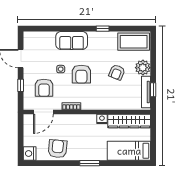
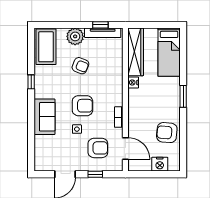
nightstand: (30, 154) -> (160, 164), moved

